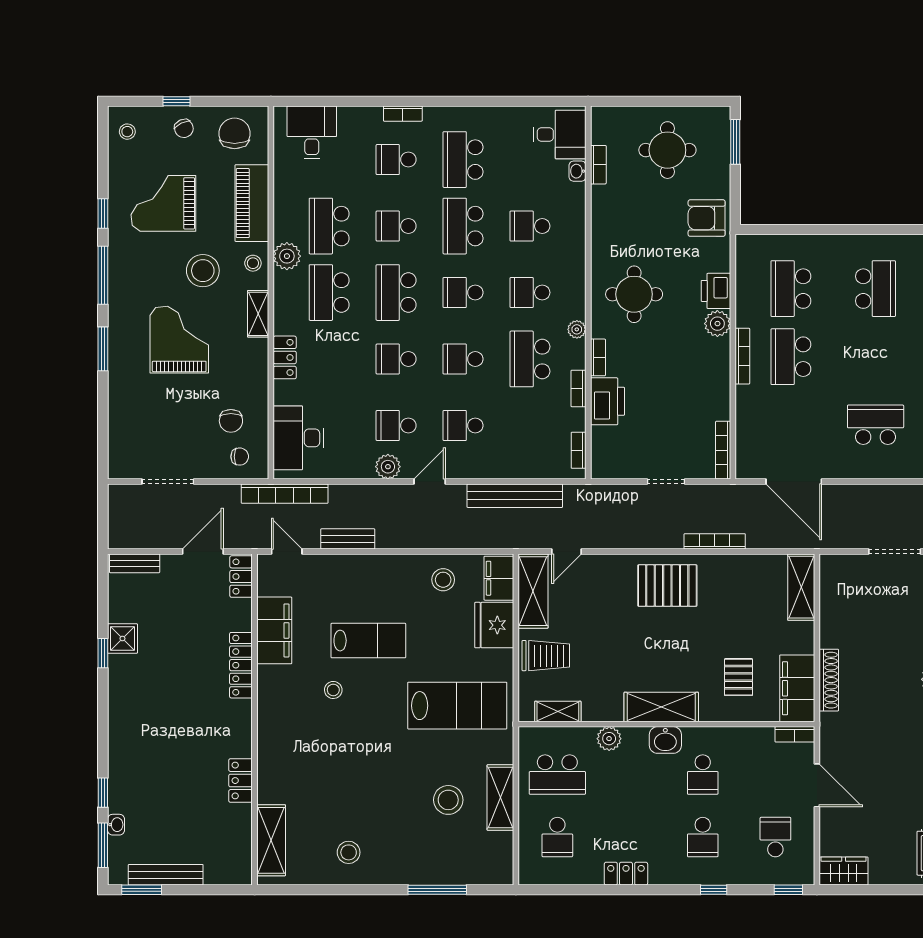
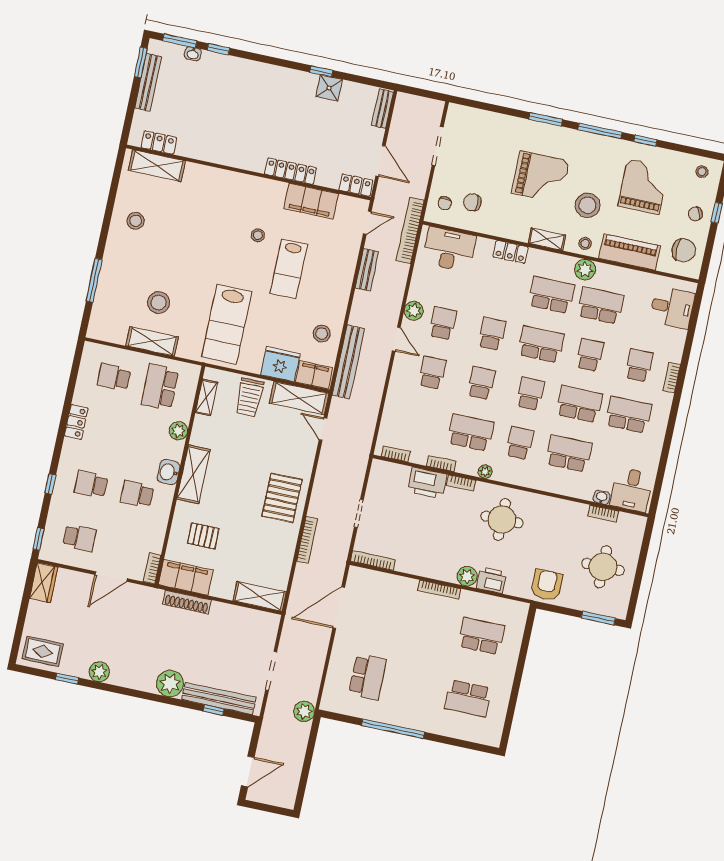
school desk: (530, 226) -> (569, 453), width x1.85
school desk: (791, 357) -> (431, 625), removed
bench: (515, 496) -> (348, 362), moved
locker: (241, 781) -> (159, 142), moved

